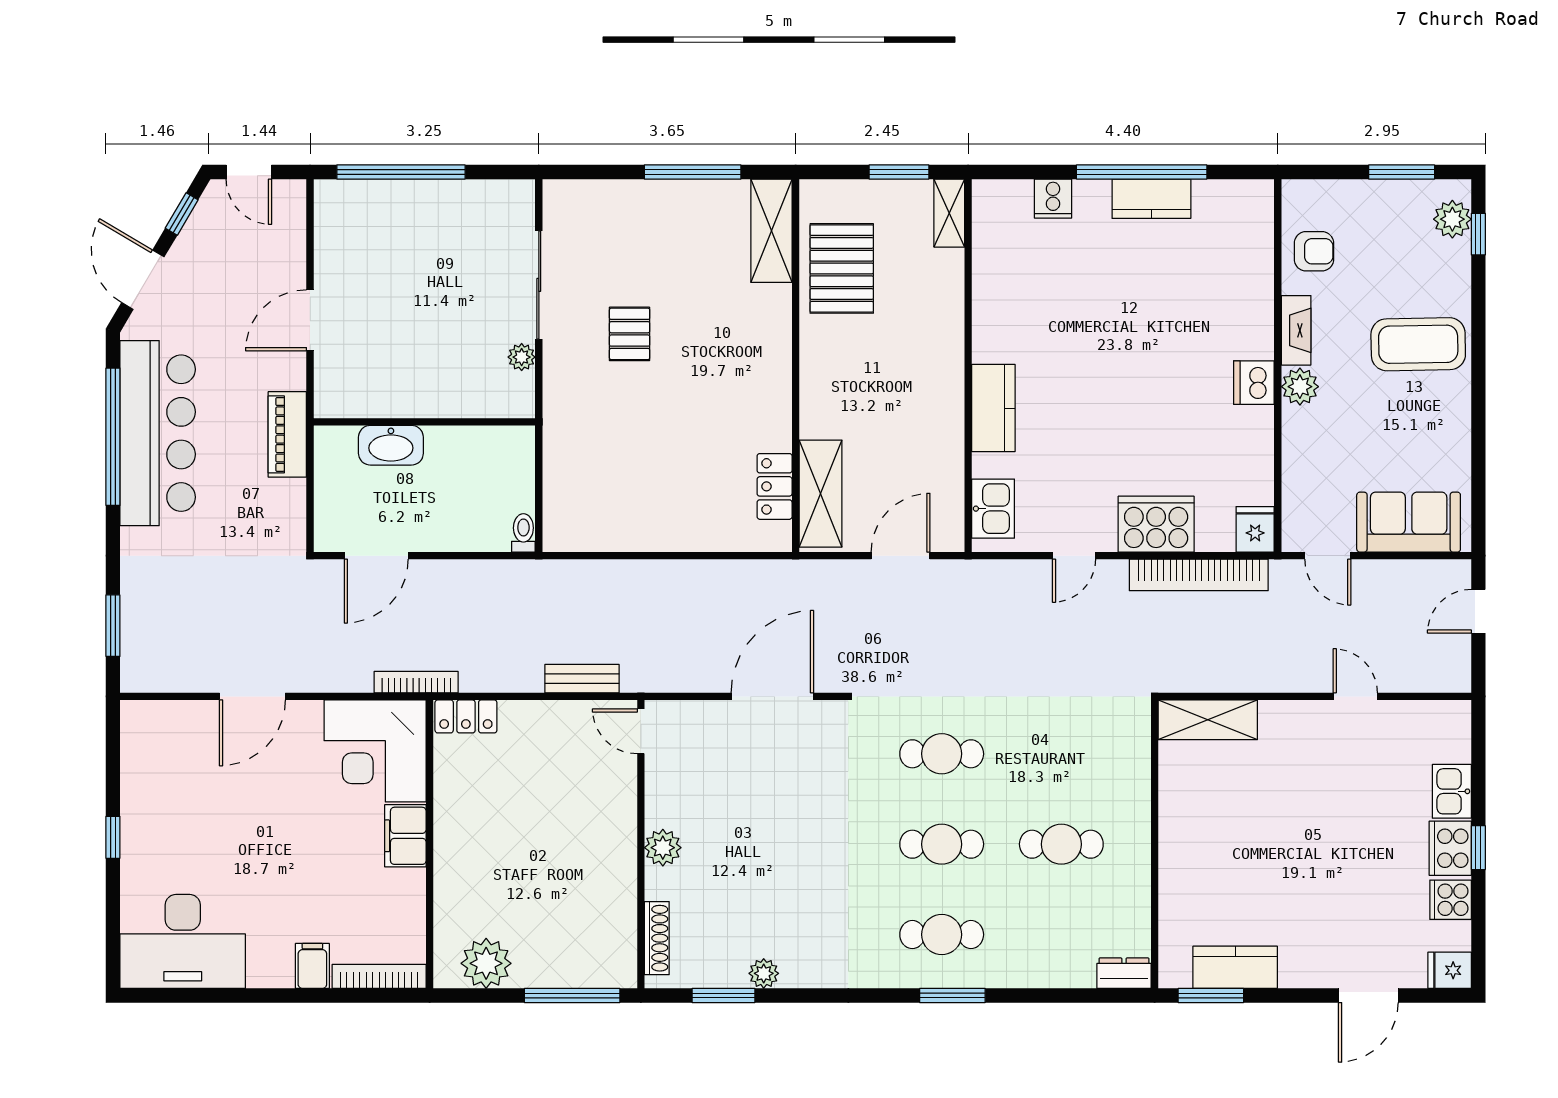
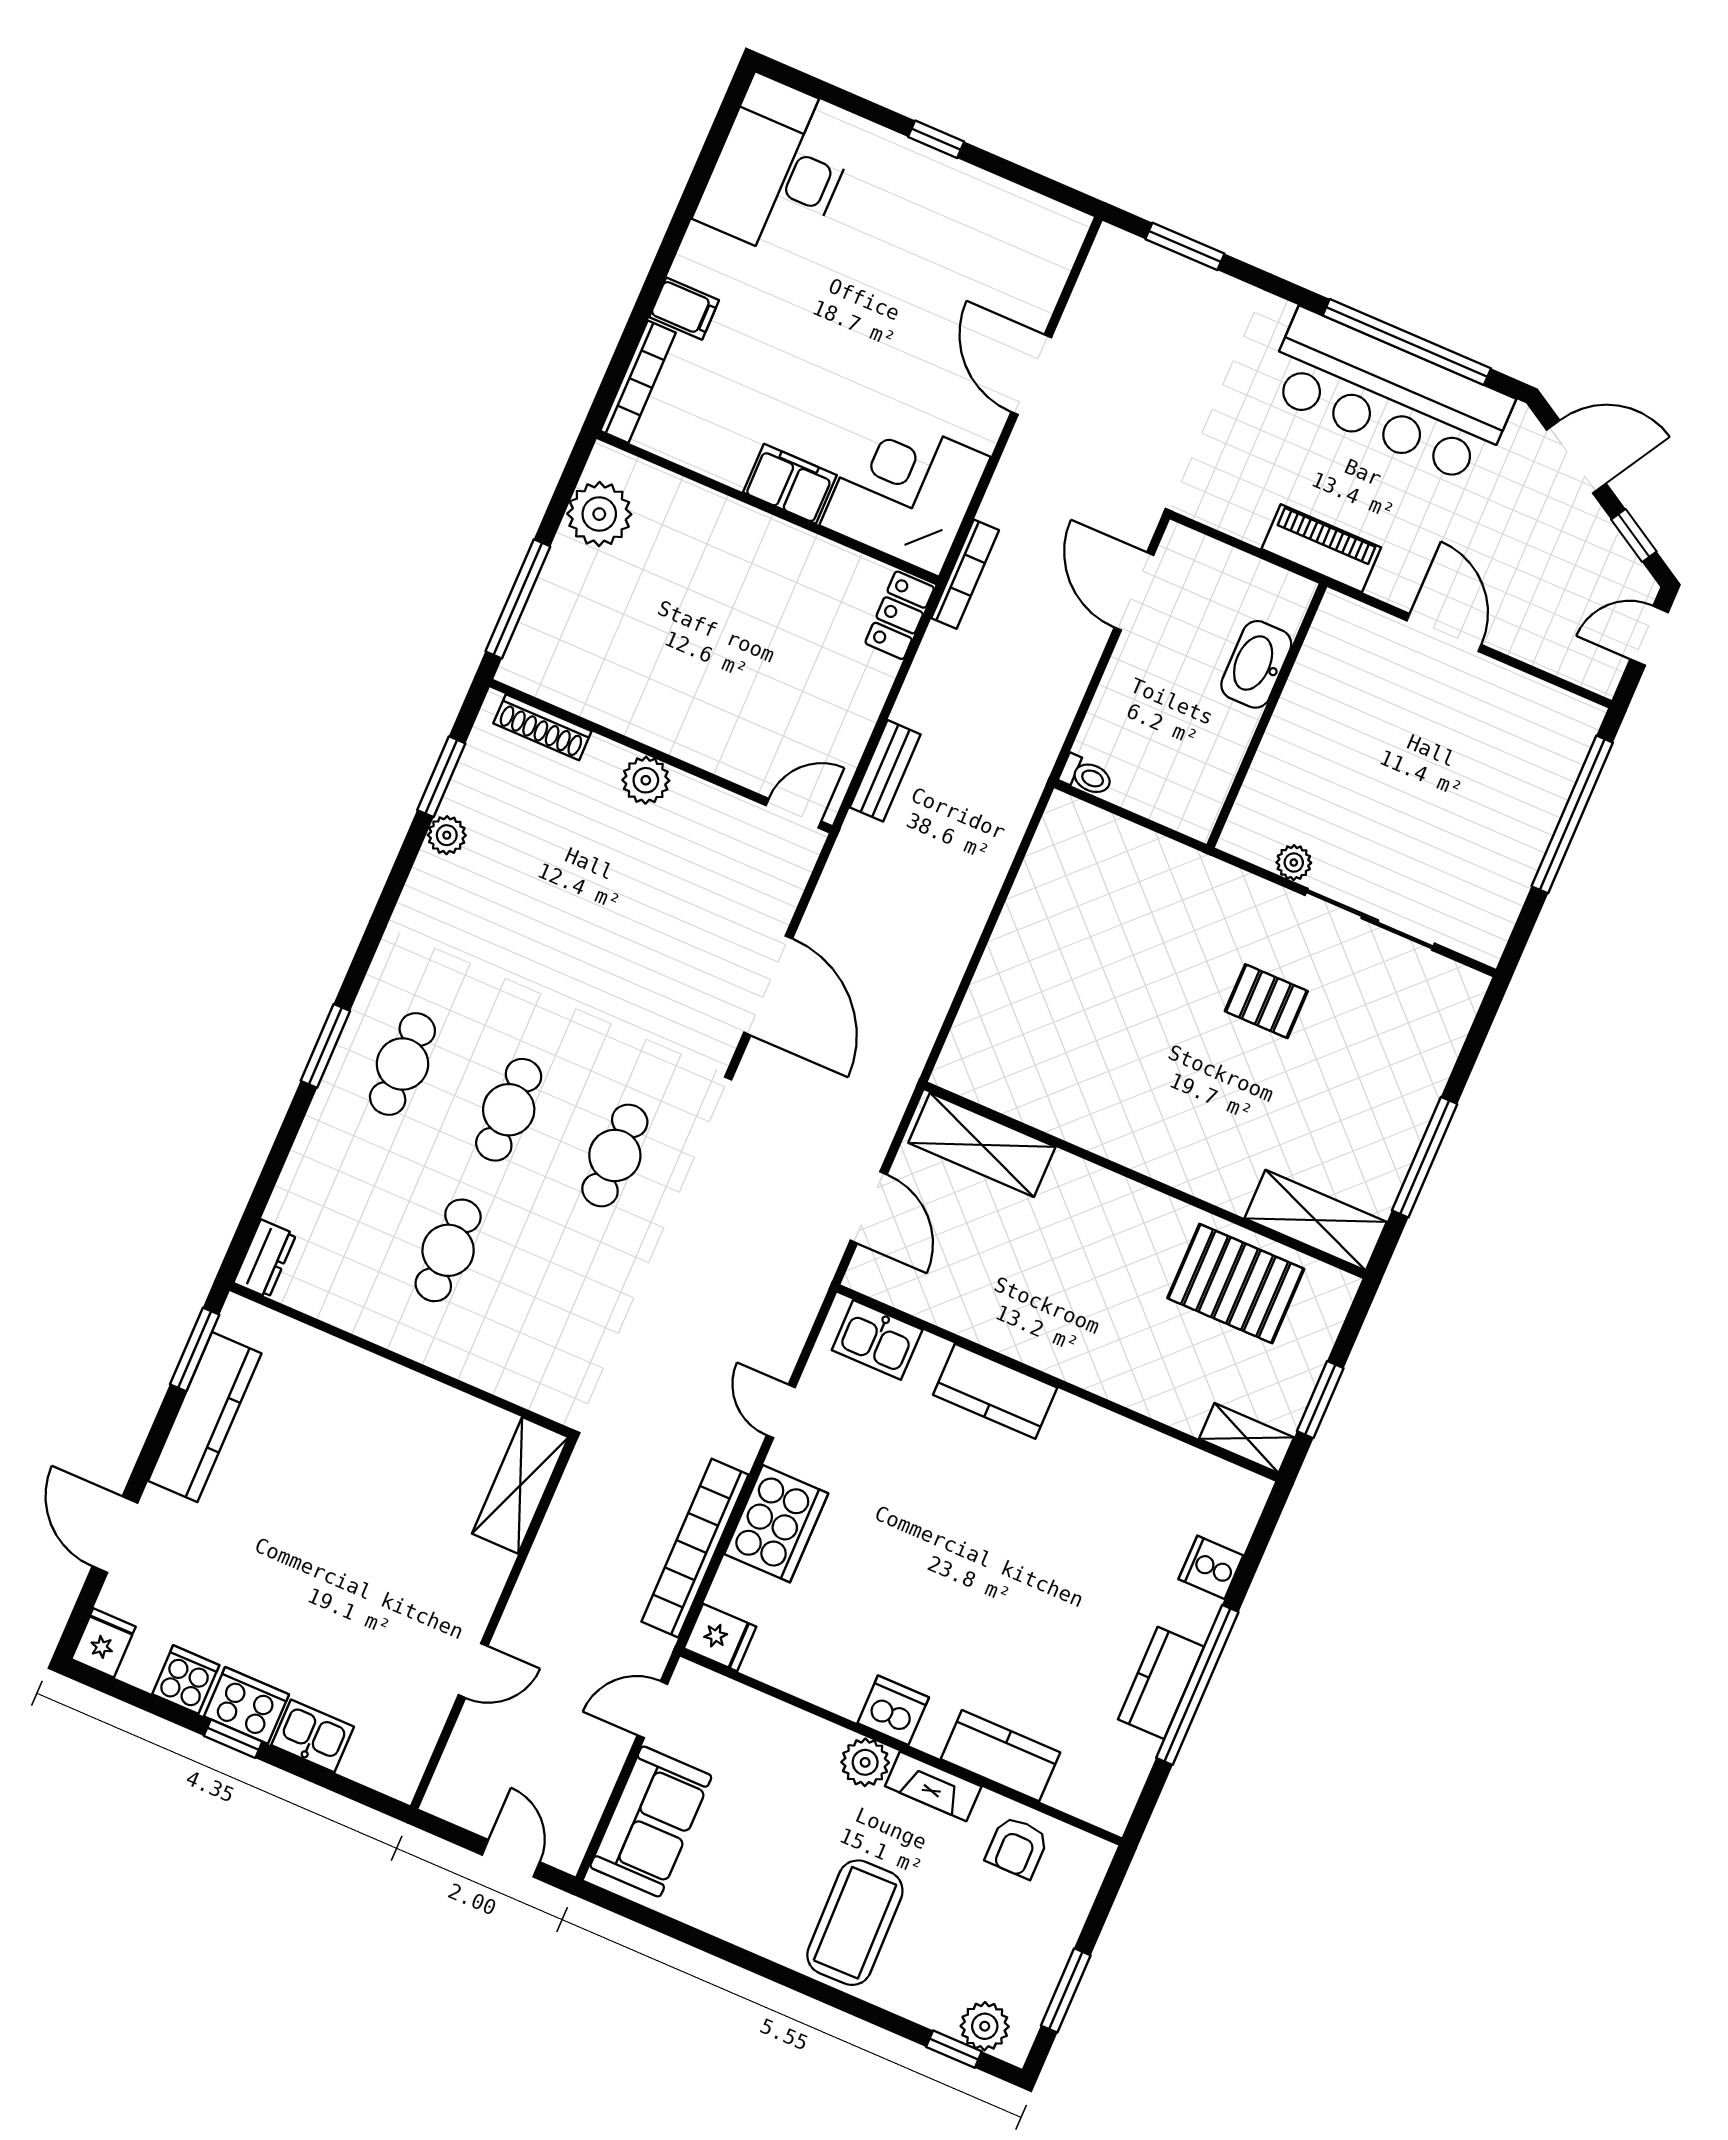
kitchen counter: (1253, 291) -> (1001, 1756), added
locker: (775, 486) -> (1014, 1094), removed
kitchen counter: (1235, 967) -> (205, 1417), width x1.50

